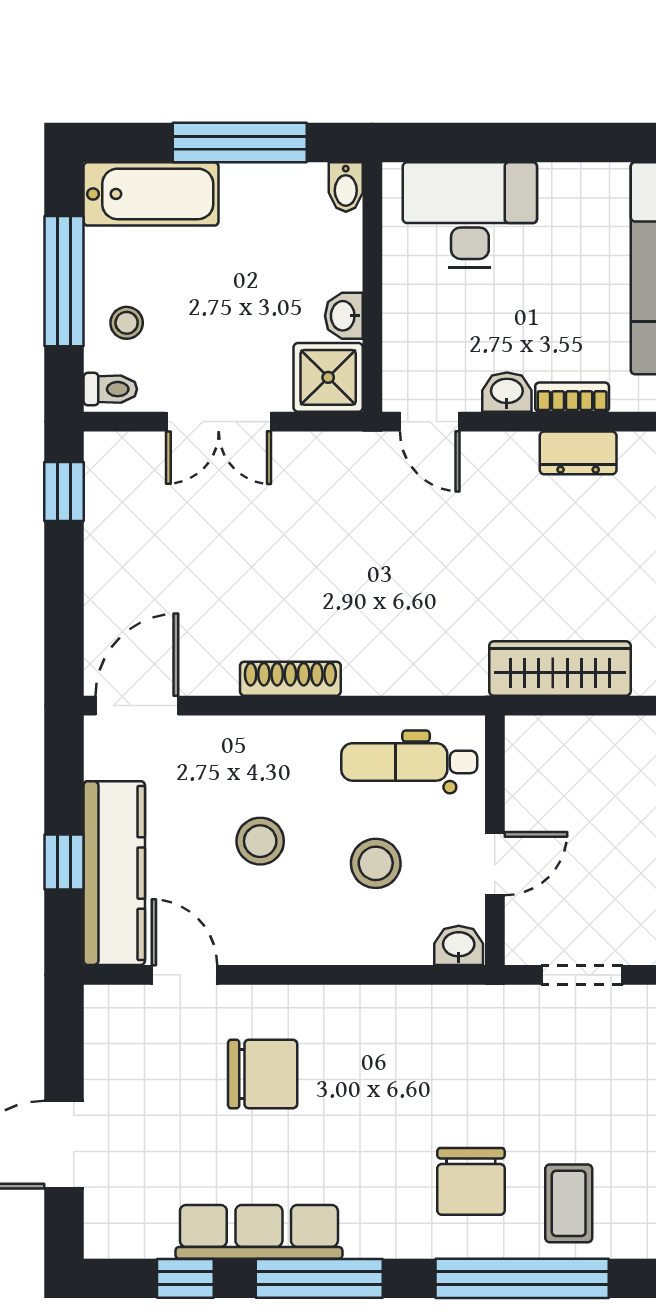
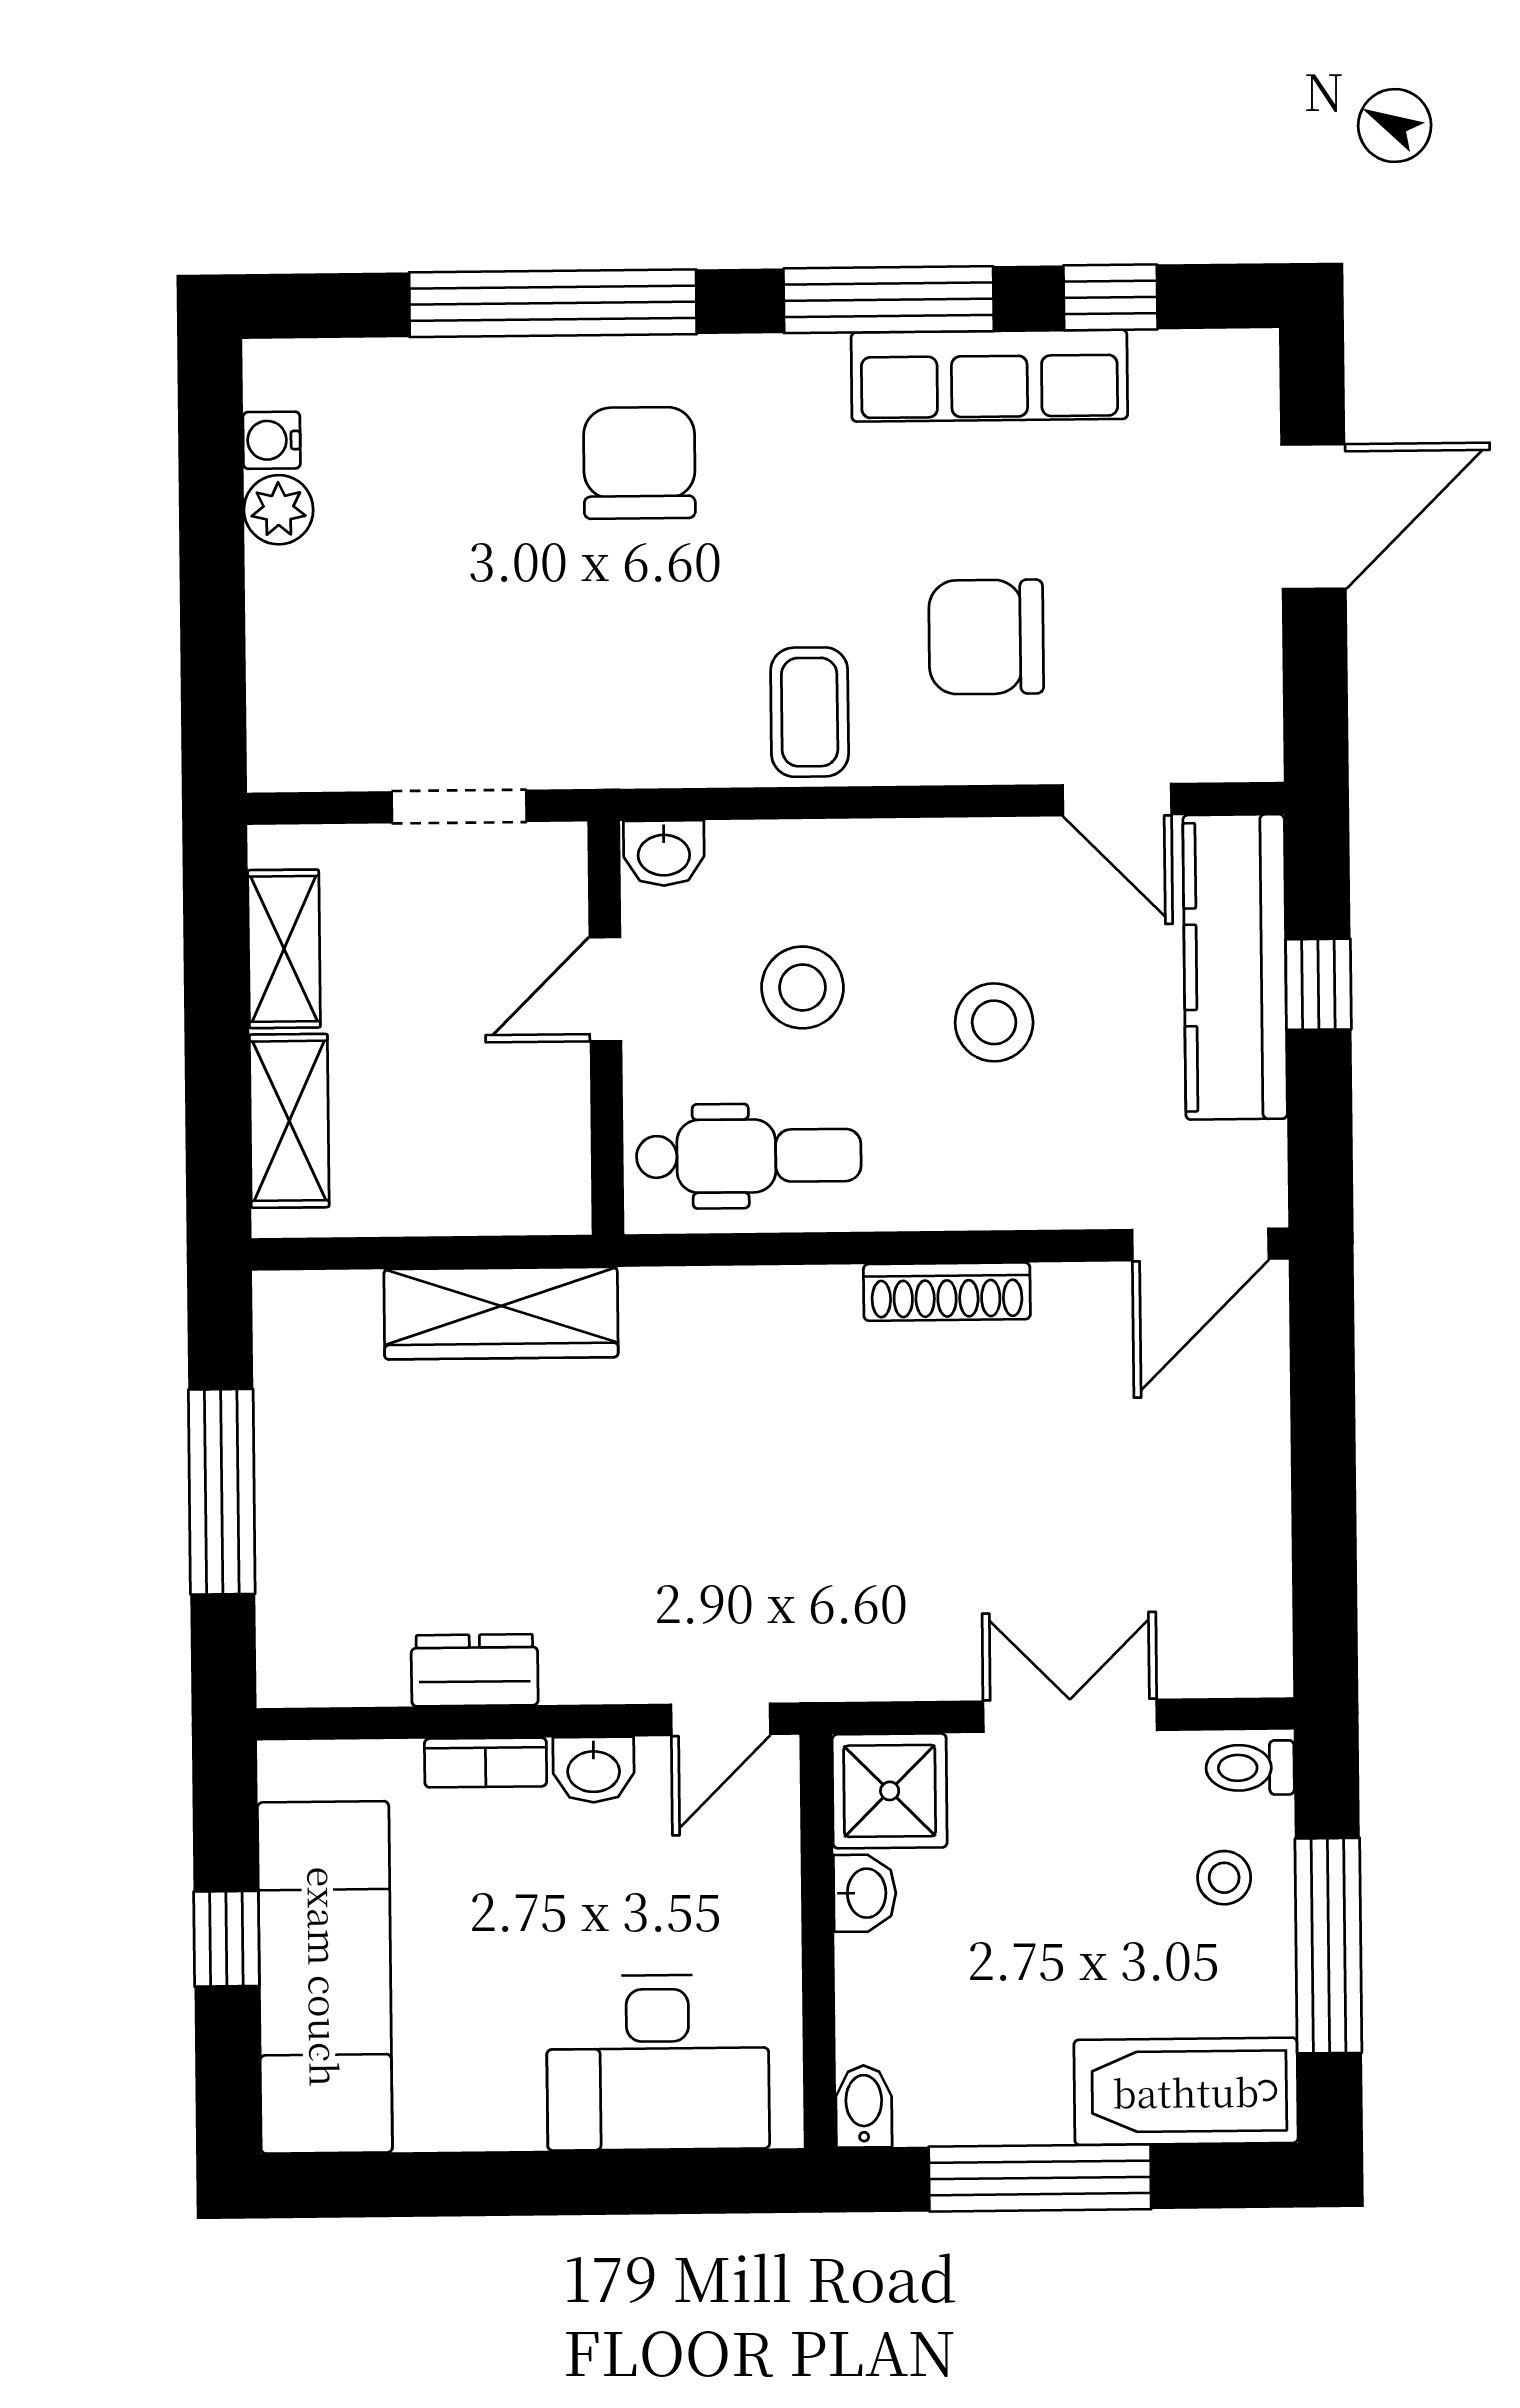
door: (430, 422) -> (721, 1719), swing flipped
window: (64, 492) -> (1325, 1597), removed
coffee table: (569, 1203) -> (810, 712), moved

